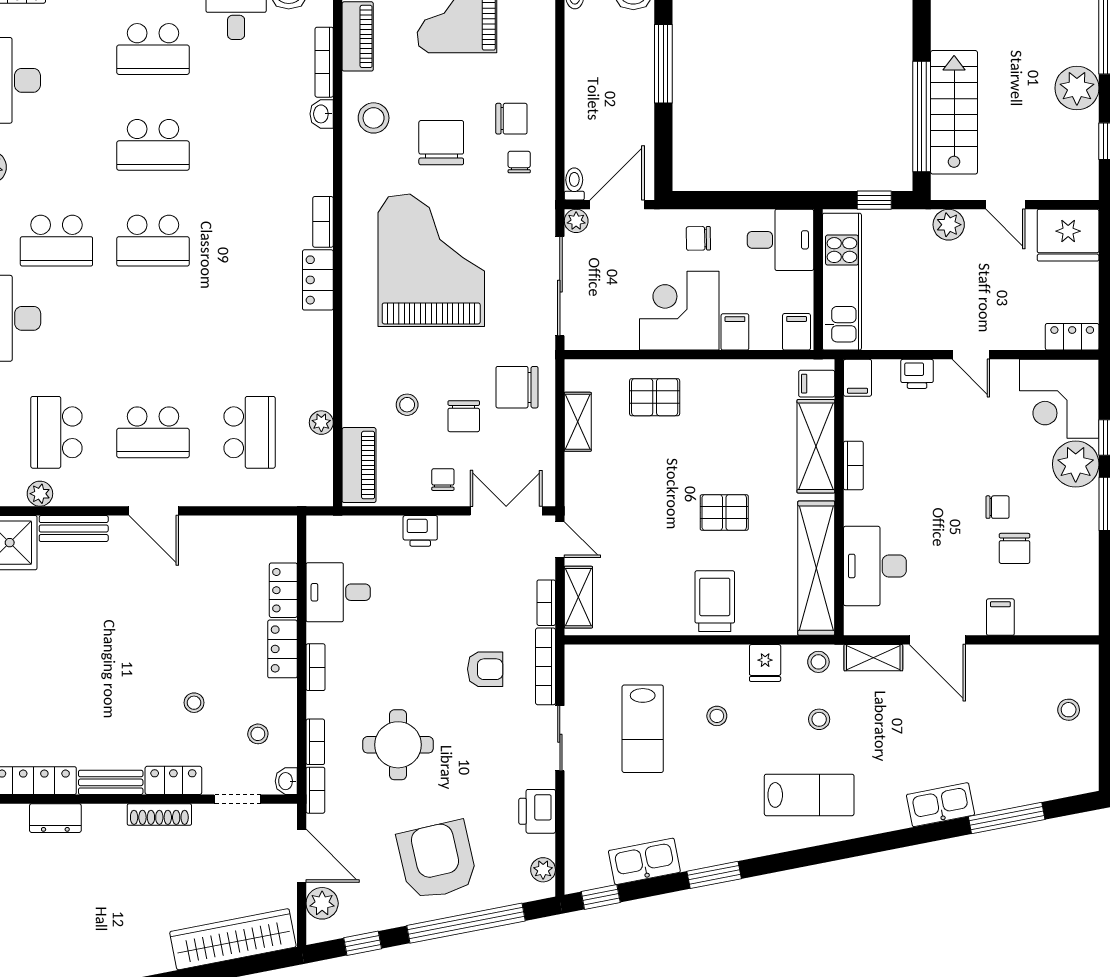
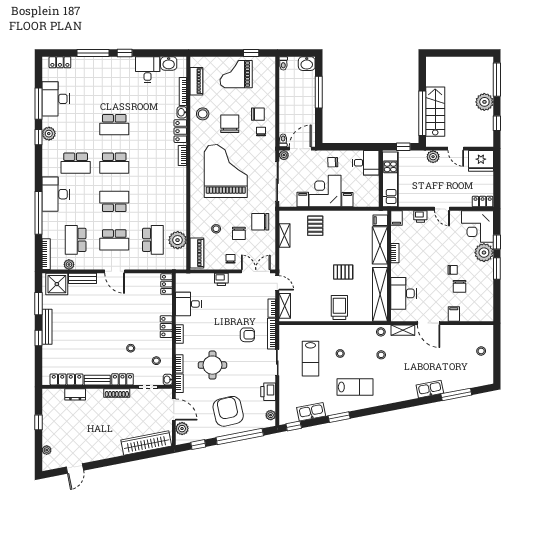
school desk: (153, 49) -> (114, 201), moved, turned 180
locker: (318, 280) -> (180, 131), moved
filing cabinet: (797, 332) -> (303, 200), moved
pallet: (655, 397) -> (315, 226), turned 90
plant: (321, 423) -> (178, 240), width x1.88, depth x1.88
locker: (283, 590) -> (166, 284), moved
fridge: (765, 663) -> (360, 332), removed
lab bench: (809, 795) -> (355, 387), moved

